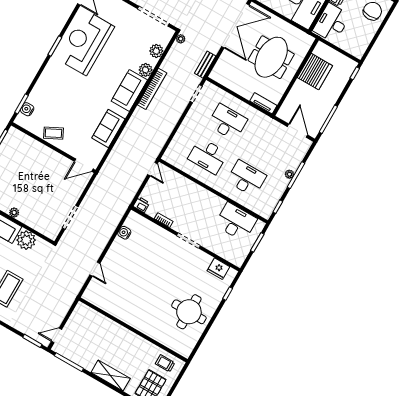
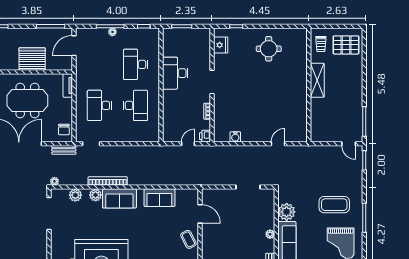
server rack: (315, 72) -> (32, 59), moved
chair: (224, 76) -> (64, 130), added
door: (84, 165) -> (200, 214), moved
door: (153, 169) -> (188, 144), moved
desk: (236, 222) -> (175, 73), moved
round table: (189, 312) -> (269, 49), width x0.73, depth x0.73
shelving: (111, 375) -> (317, 80), moved

